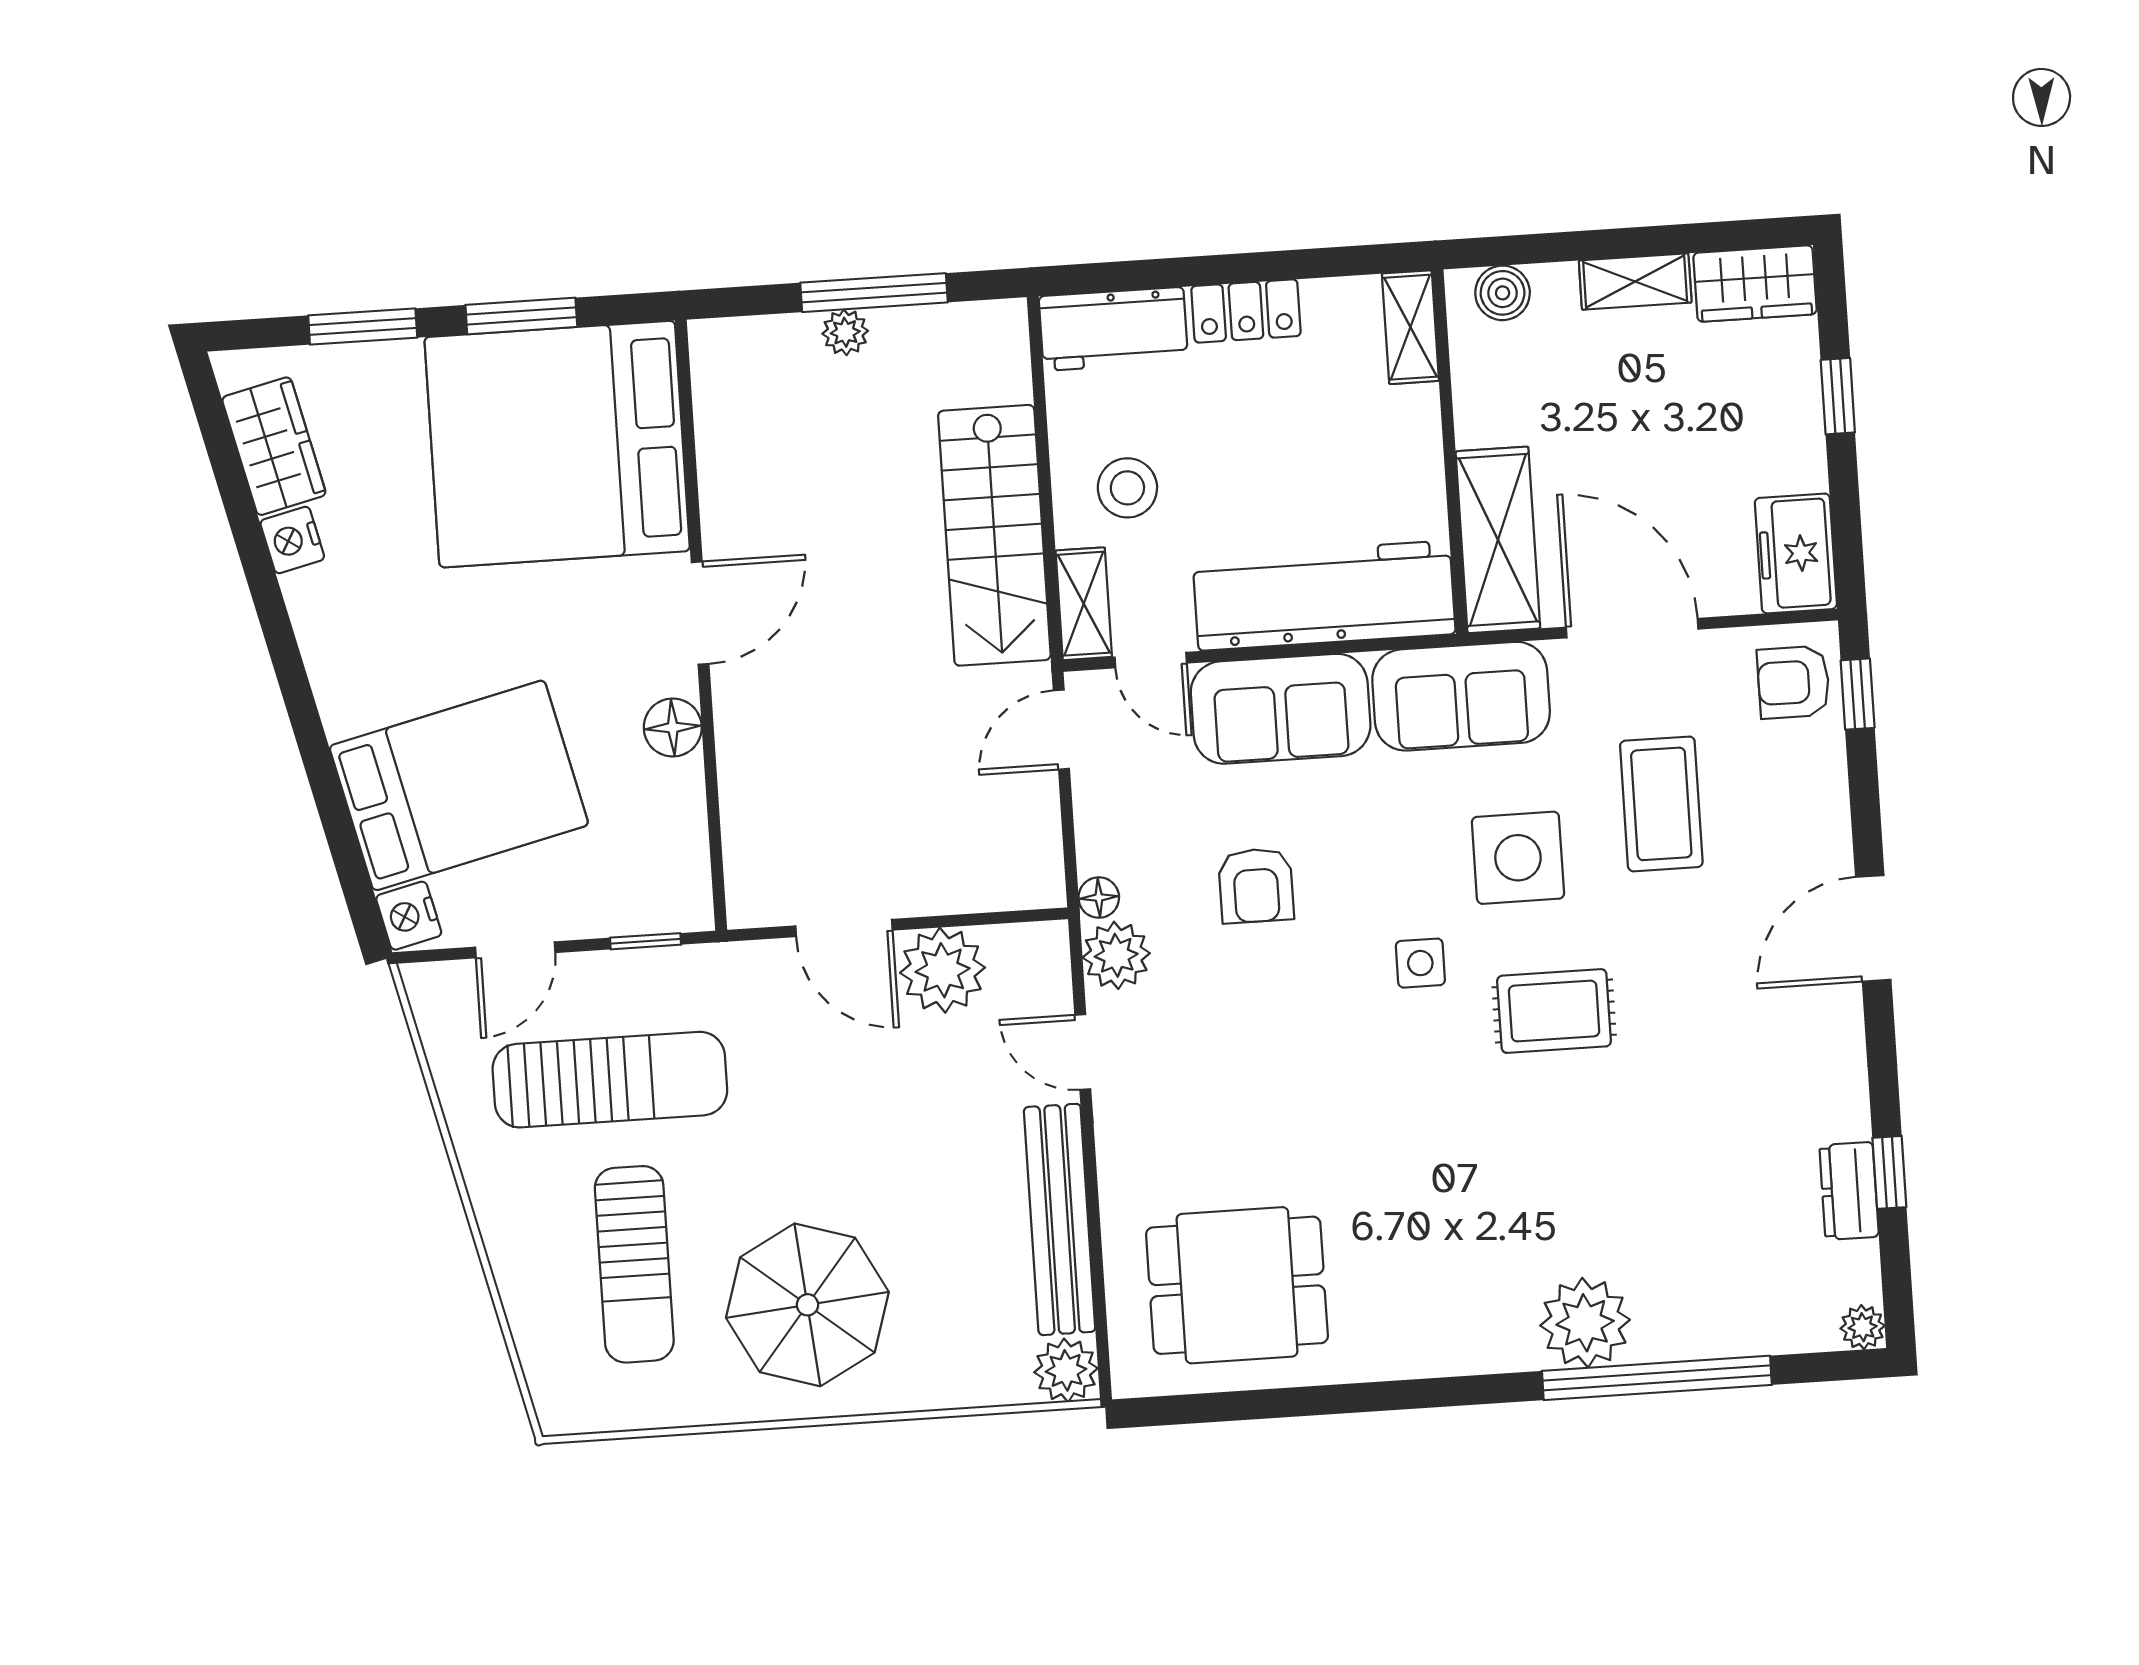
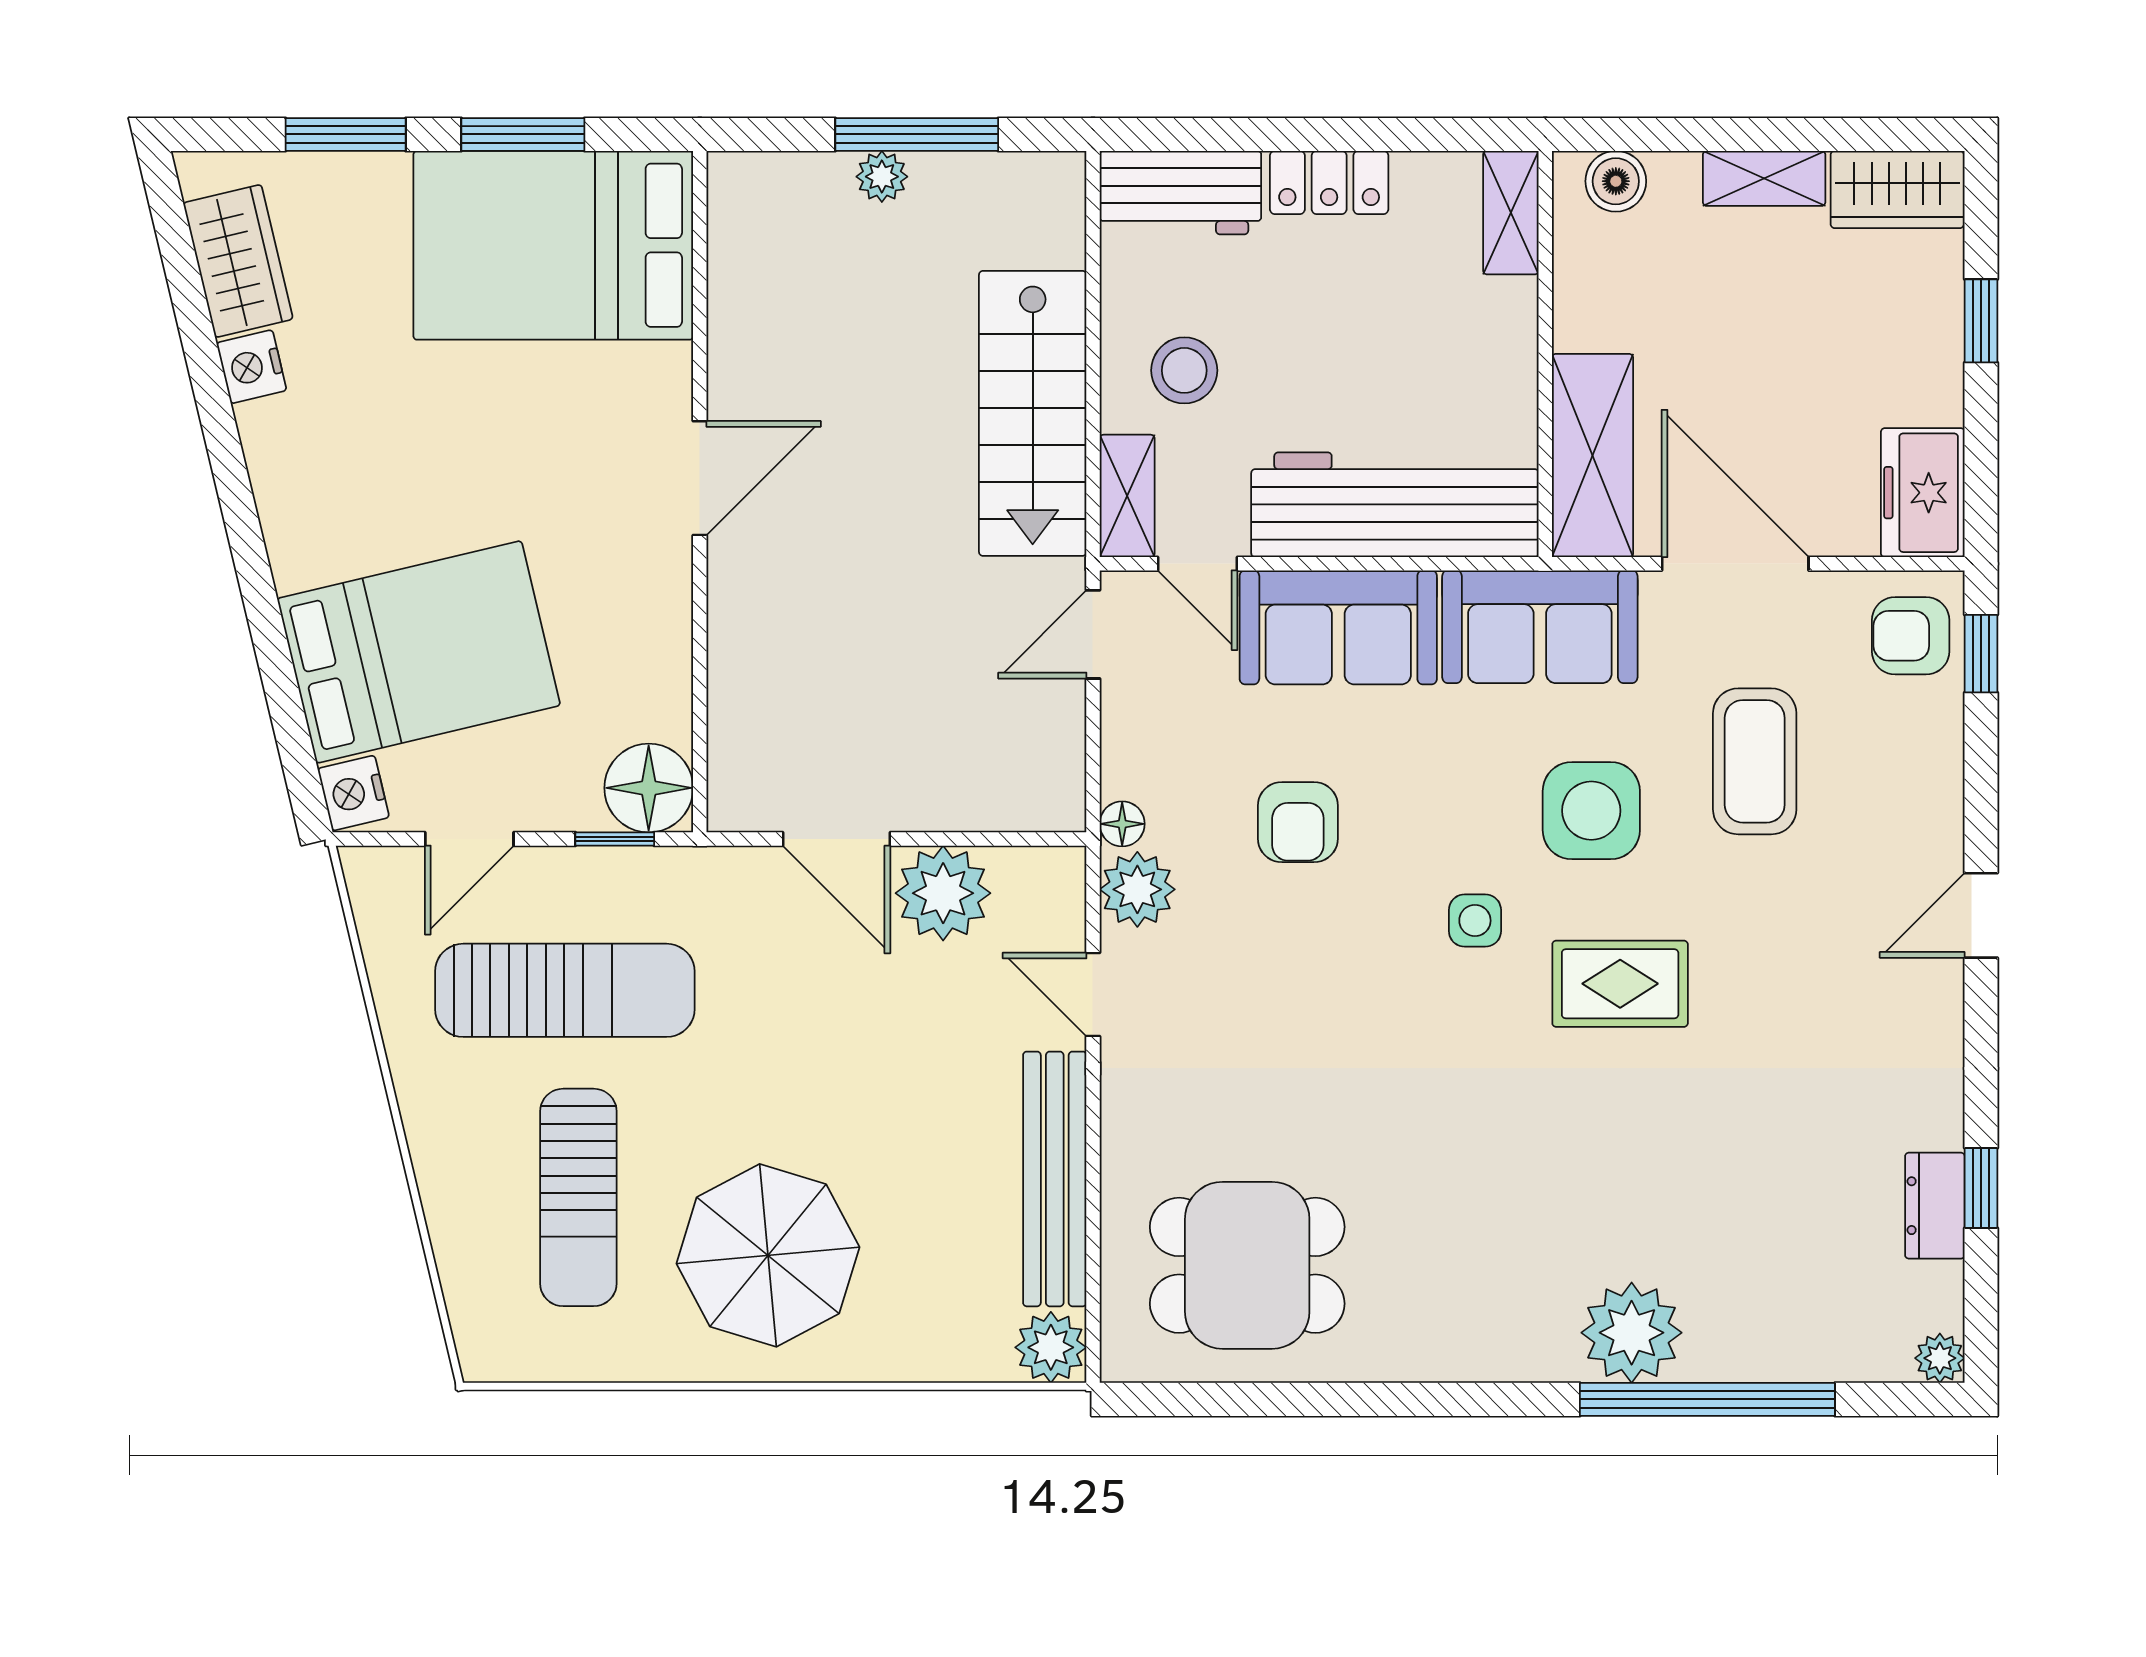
bed: (557, 444) -> (553, 245), width x0.73
floor lamp: (673, 728) -> (649, 788), moved, width x1.38, depth x1.38
door: (1873, 928) -> (1981, 915), width x0.73

